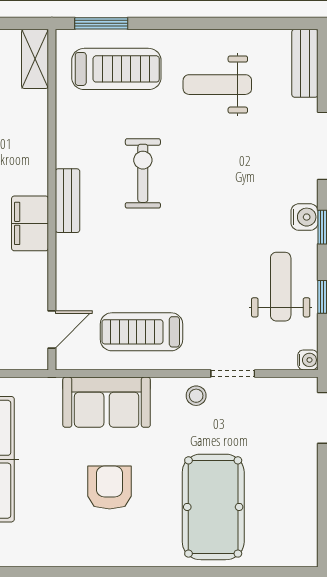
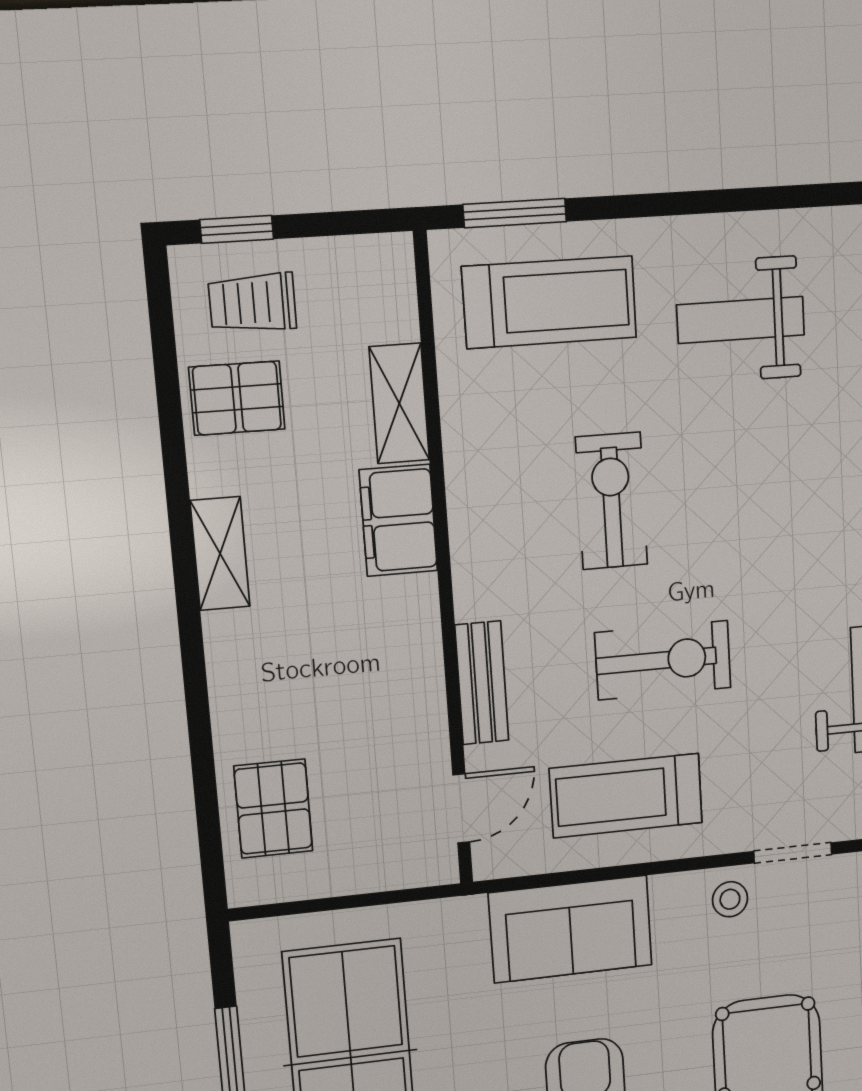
shelving: (35, 59) -> (399, 403), moved
bench: (68, 201) -> (482, 683), moved
filing cabinet: (30, 223) -> (398, 520), moved
exercise bike: (166, 260) -> (663, 660), added

